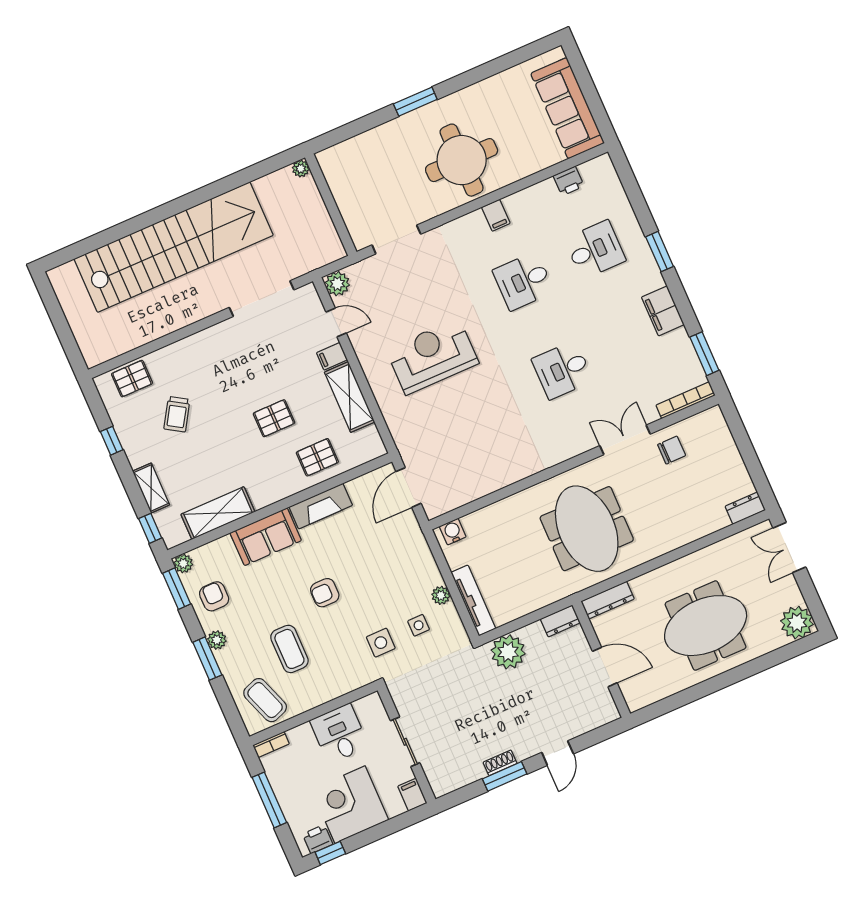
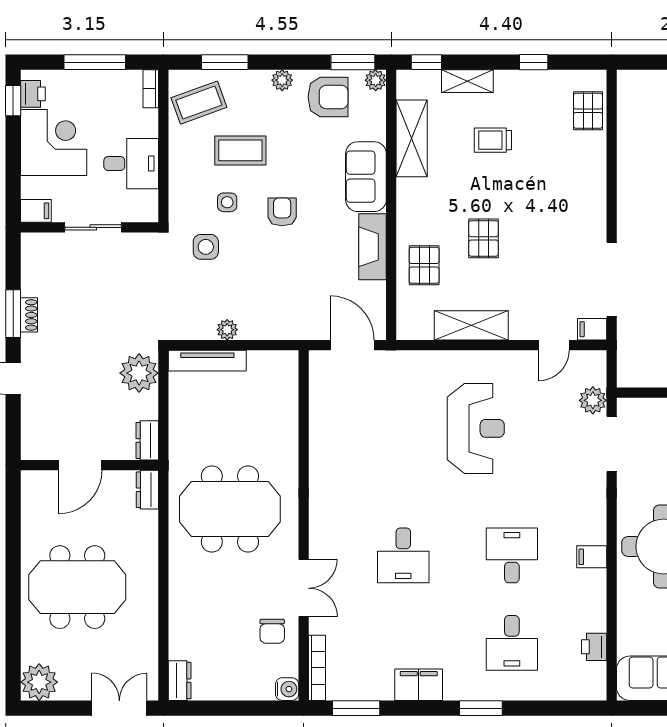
plant: (337, 284) -> (593, 400), moved
filing cabinet: (332, 356) -> (592, 329), moved, turned -90
desk: (562, 370) -> (403, 555), turned 180
trolley: (177, 414) -> (493, 140), moved, turned -32
water cooler: (453, 532) -> (287, 689), moved
armchair: (214, 596) -> (328, 97), width x1.38, depth x1.38
dresser: (608, 600) -> (147, 490), width x0.70
side table: (419, 625) -> (227, 202), moved
meeting table: (706, 626) -> (77, 587), turned 90
window: (207, 659) -> (225, 62), moved

